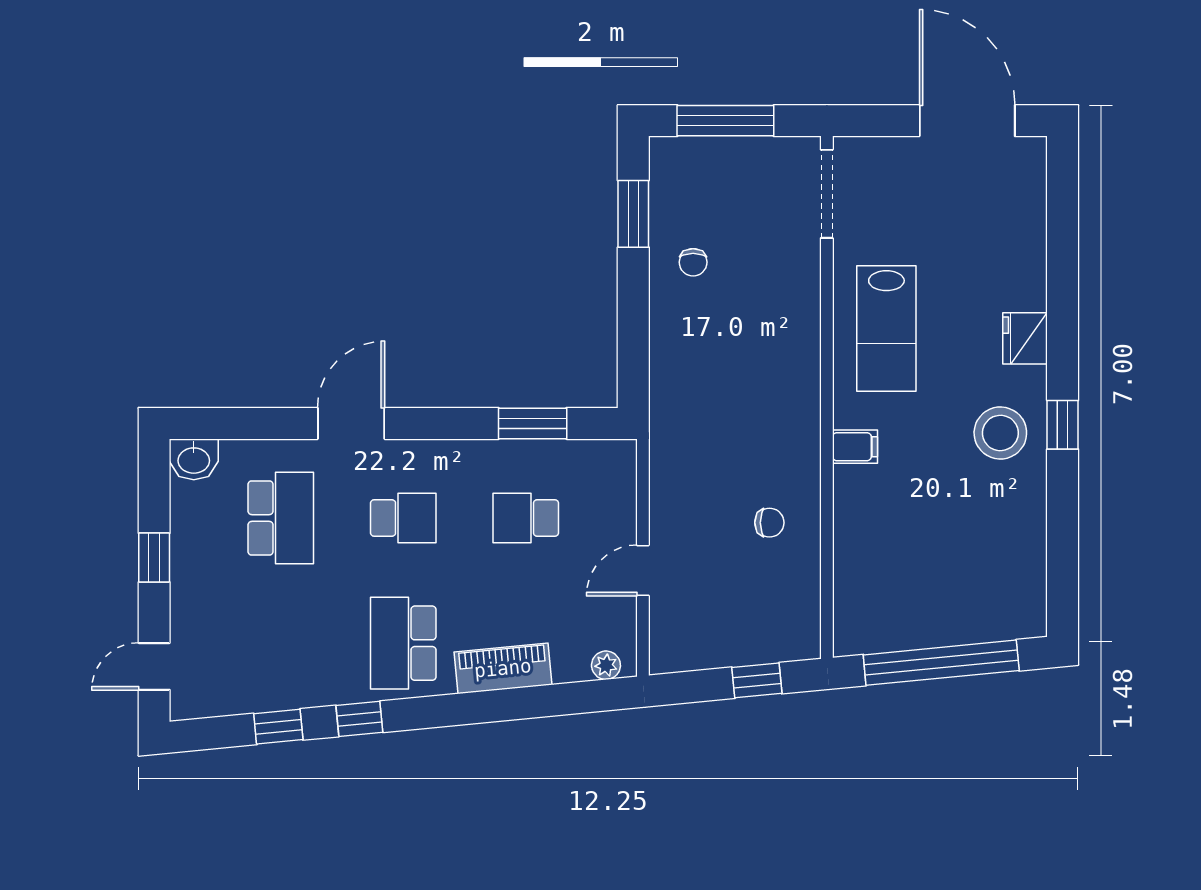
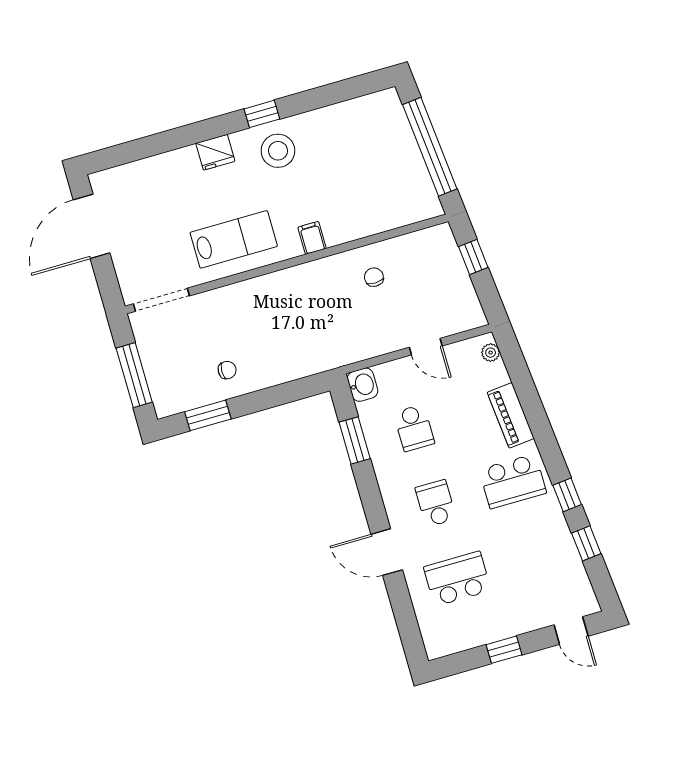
washbasin: (194, 459) -> (363, 385), moved

